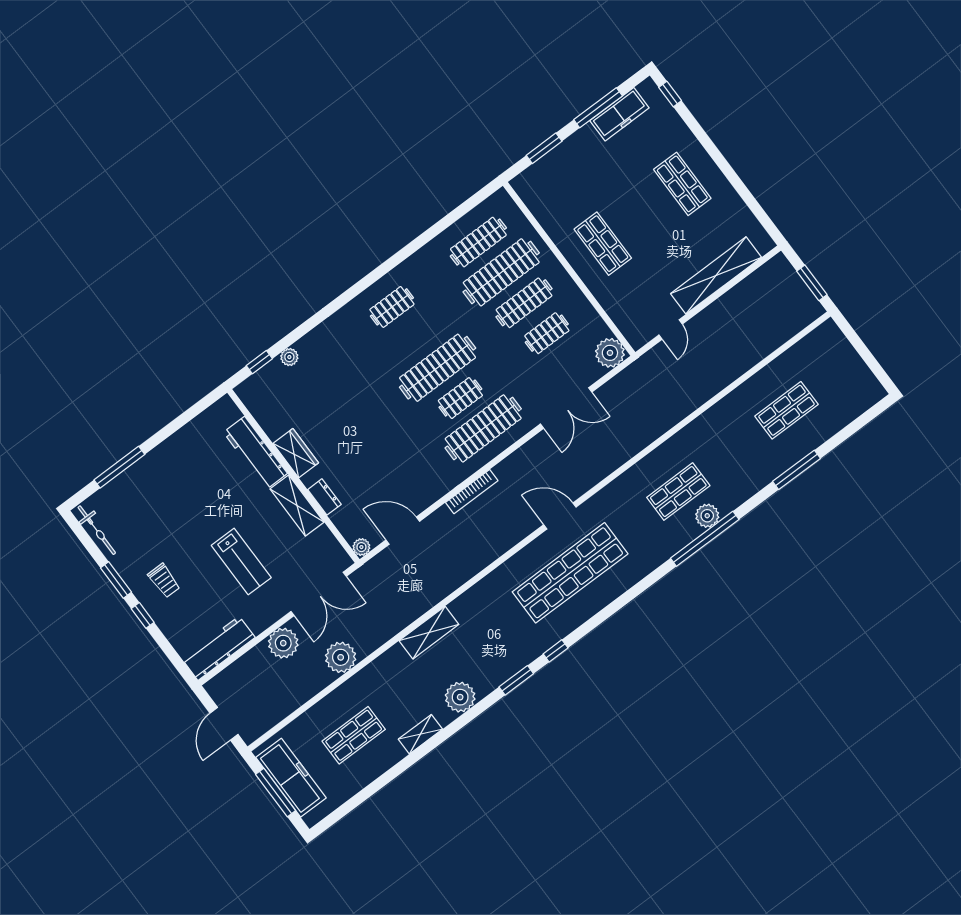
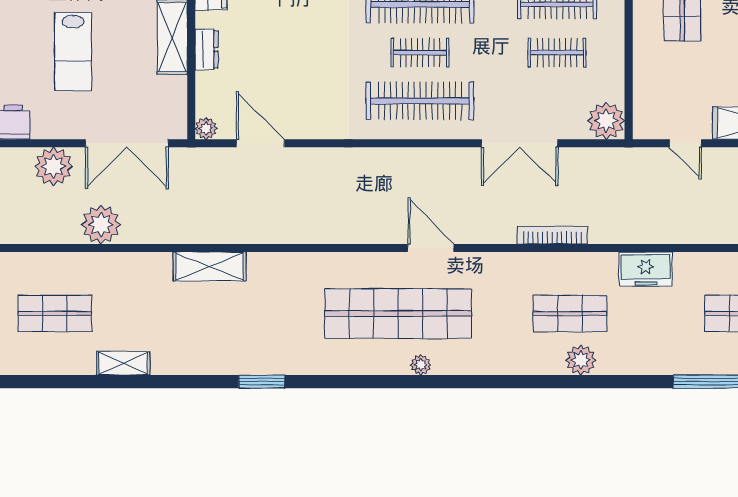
door: (671, 330) -> (685, 143), hinge flipped
freezer: (705, 428) -> (646, 269), added
bookcase: (472, 492) -> (552, 235), moved, turned 180
window: (705, 539) -> (561, 382), removed
window: (556, 651) -> (324, 382), removed
plant: (460, 697) -> (421, 365), moved, width x0.53, depth x0.53

